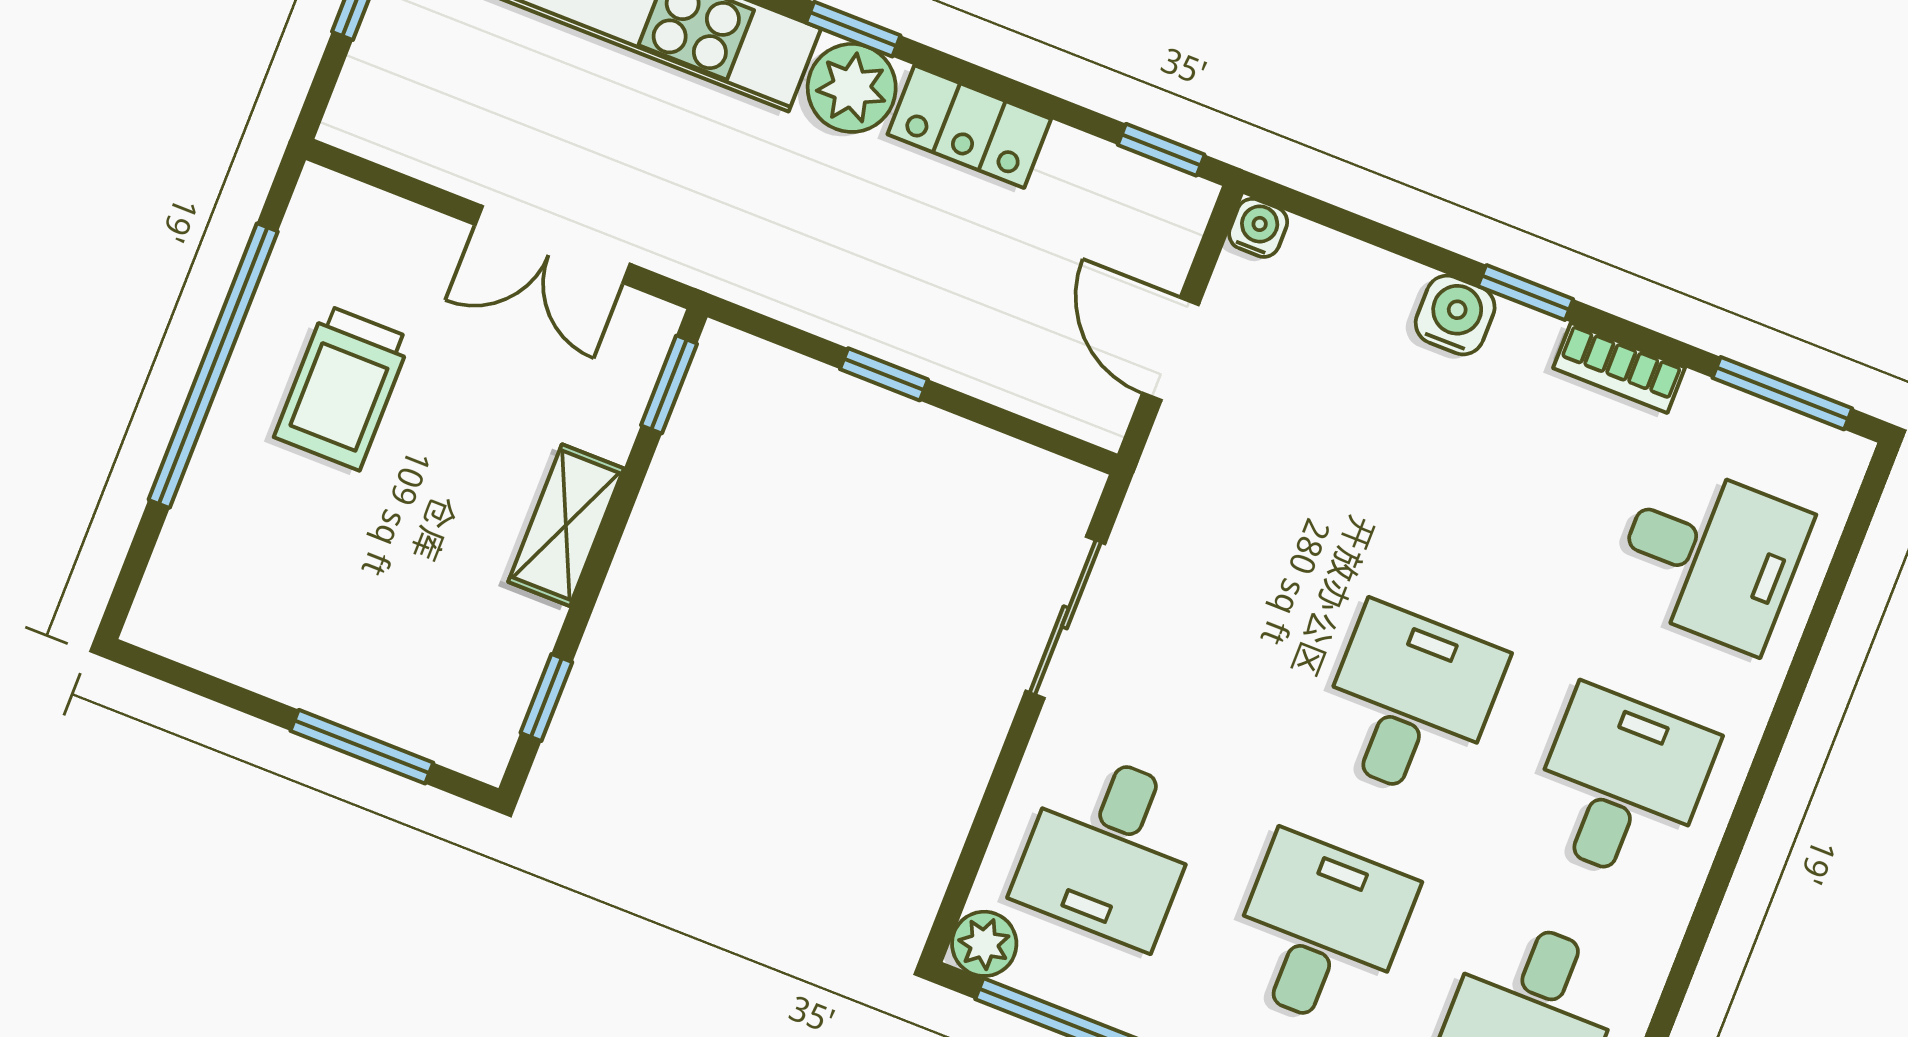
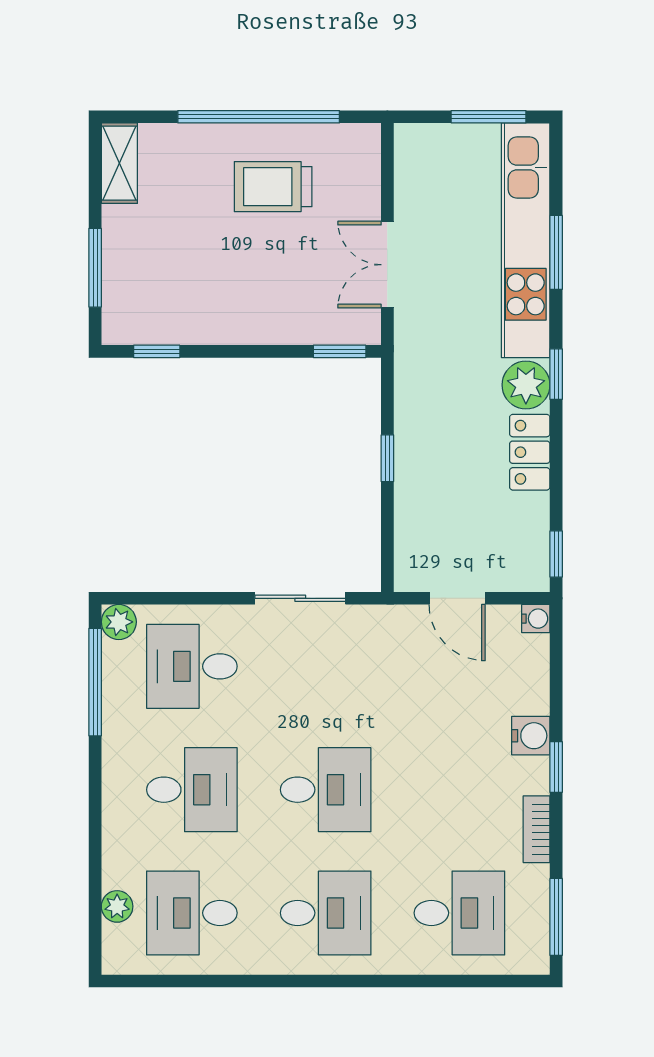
door: (1171, 349) -> (457, 598), swing flipped
shelving: (566, 525) -> (119, 163), moved, turned 90
desk: (1711, 556) -> (459, 913), turned -90

